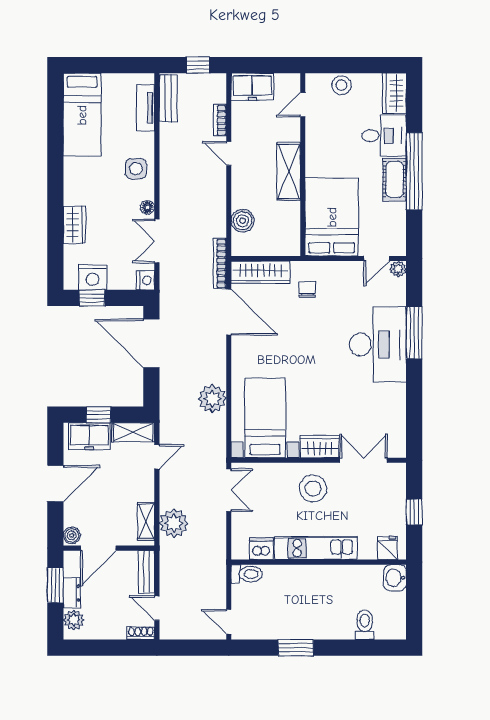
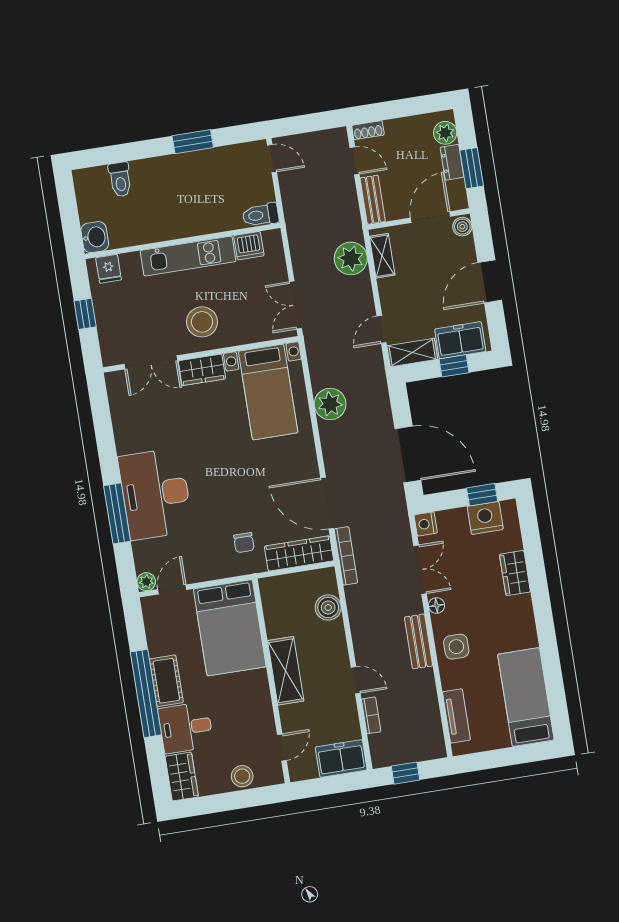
bench: (168, 98) -> (419, 641), moved

